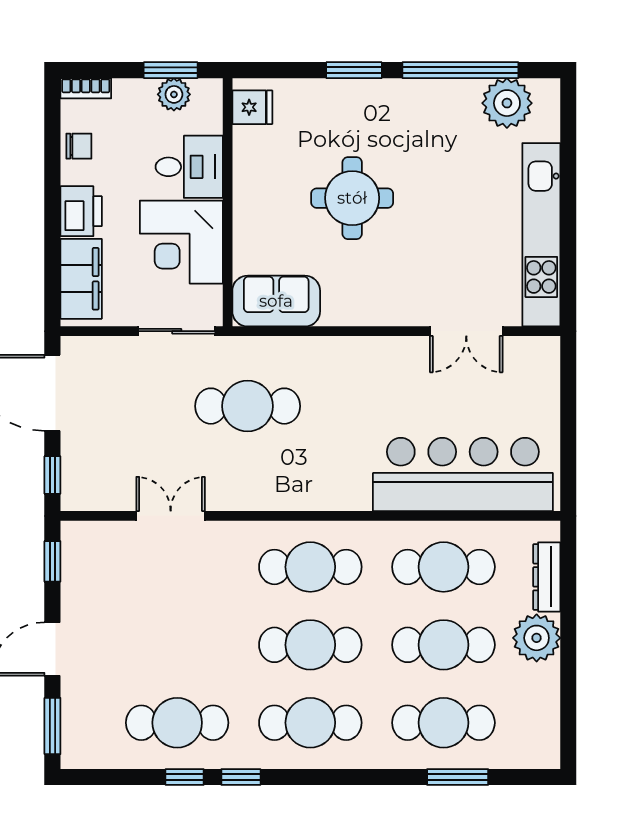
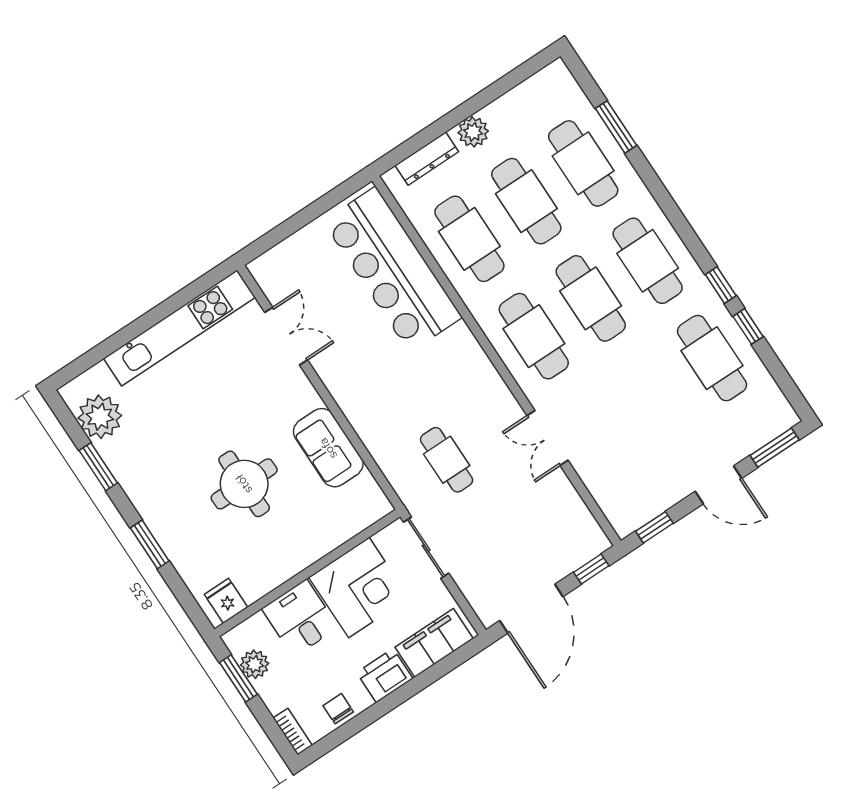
window: (460, 70) -> (98, 467), width x0.47
sofa: (276, 301) -> (328, 448), moved
cafe table: (248, 406) -> (447, 460), width x0.73, depth x0.74
double door: (171, 516) -> (548, 438), moved
plant: (537, 638) -> (473, 132), width x0.73, depth x0.73

